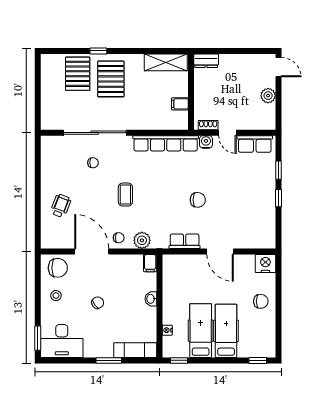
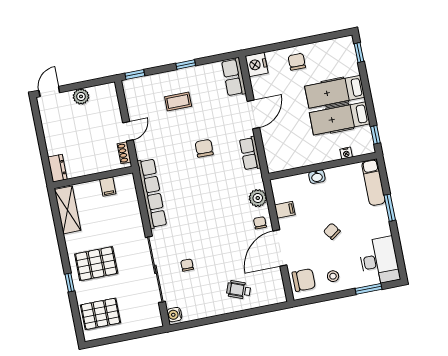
pallet: (78, 74) -> (100, 314), moved
water cooler: (206, 142) -> (174, 315), moved
row of seats: (255, 144) -> (234, 77), moved, turned 180
window: (278, 170) -> (135, 75), moved
coffee table: (125, 195) -> (178, 102), moved
filing cabinet: (150, 263) -> (285, 210), moved
chair: (58, 268) -> (304, 280), turned 90
window: (38, 338) -> (369, 289), moved

